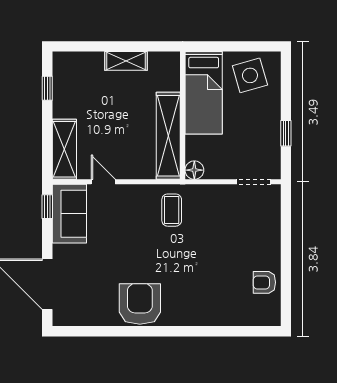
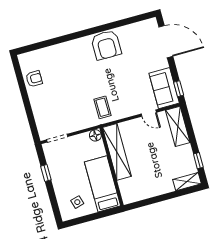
shelving: (126, 61) -> (187, 182), moved
side table: (250, 75) -> (77, 202), width x0.54, depth x0.54

